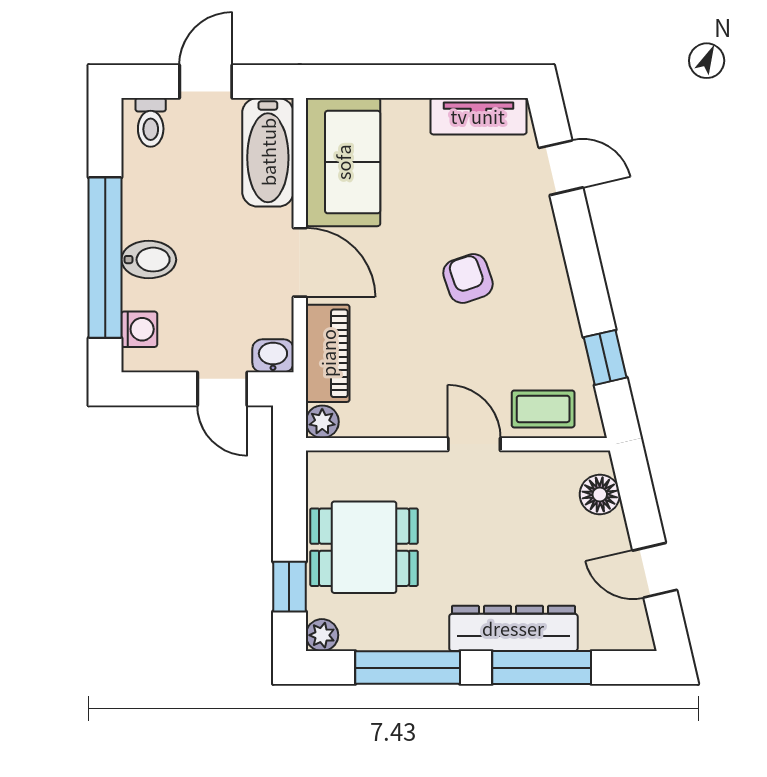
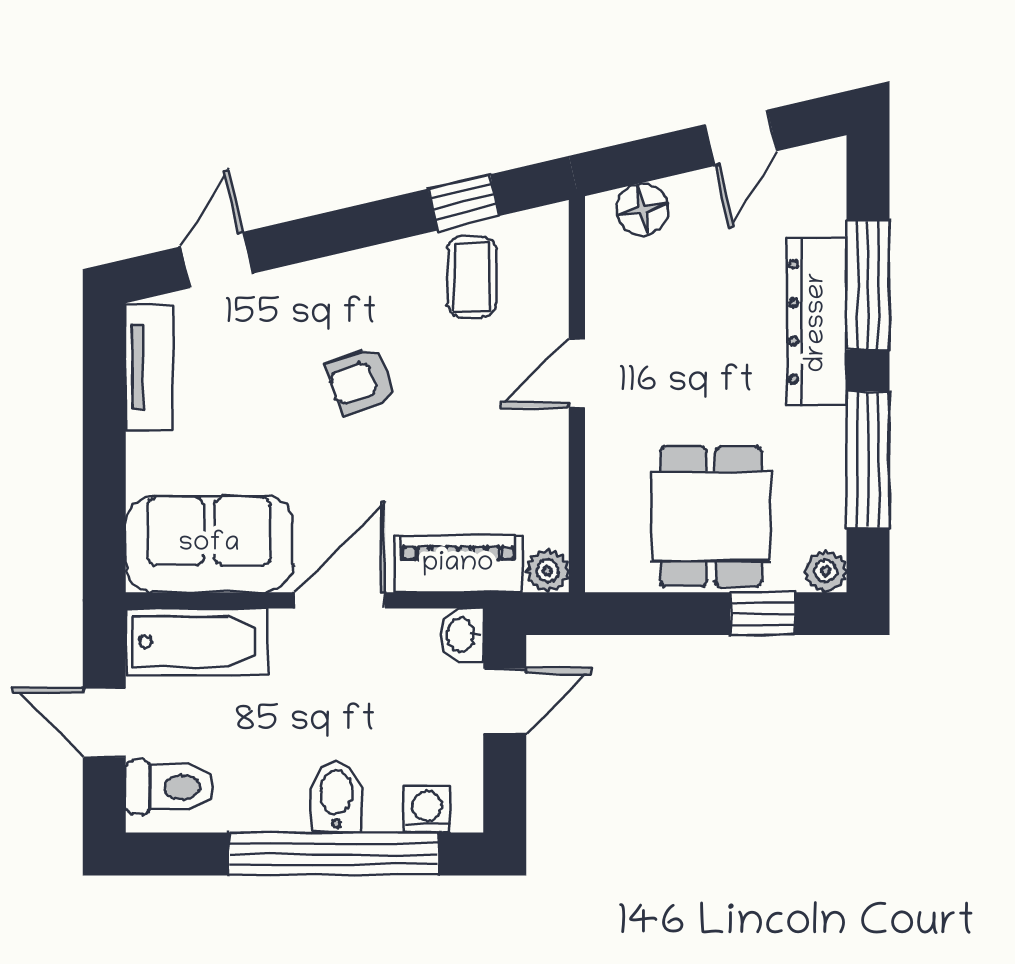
toilet: (151, 122) -> (170, 787), width x1.37, depth x1.39
coffee table: (543, 409) -> (472, 277), moved

